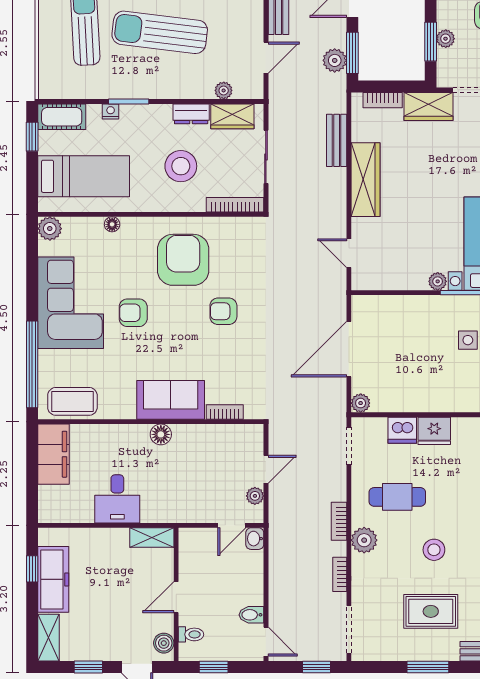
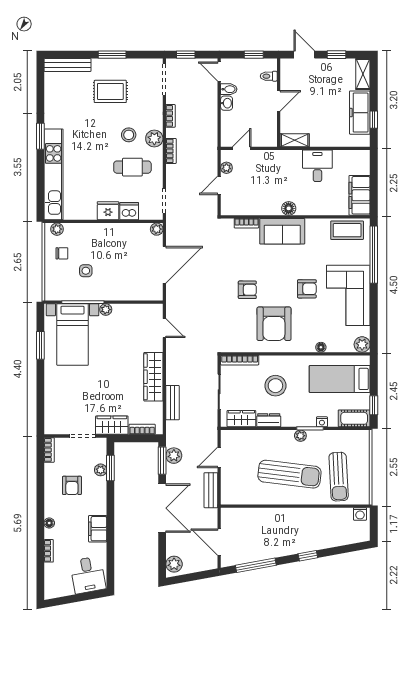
plant: (224, 90) -> (300, 436), moved
washbasin: (255, 539) -> (227, 103), moved
stool: (434, 550) -> (129, 135), moved
boiler: (164, 643) -> (287, 70), removed

